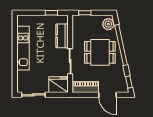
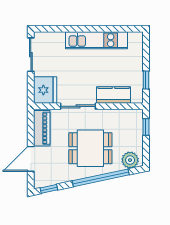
dining table: (100, 52) -> (90, 148), turned 90

